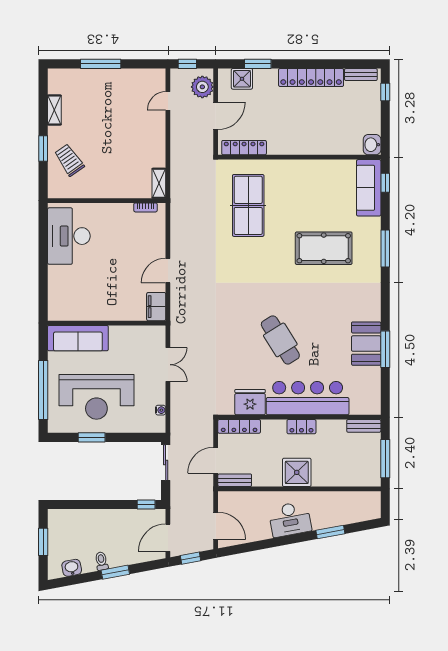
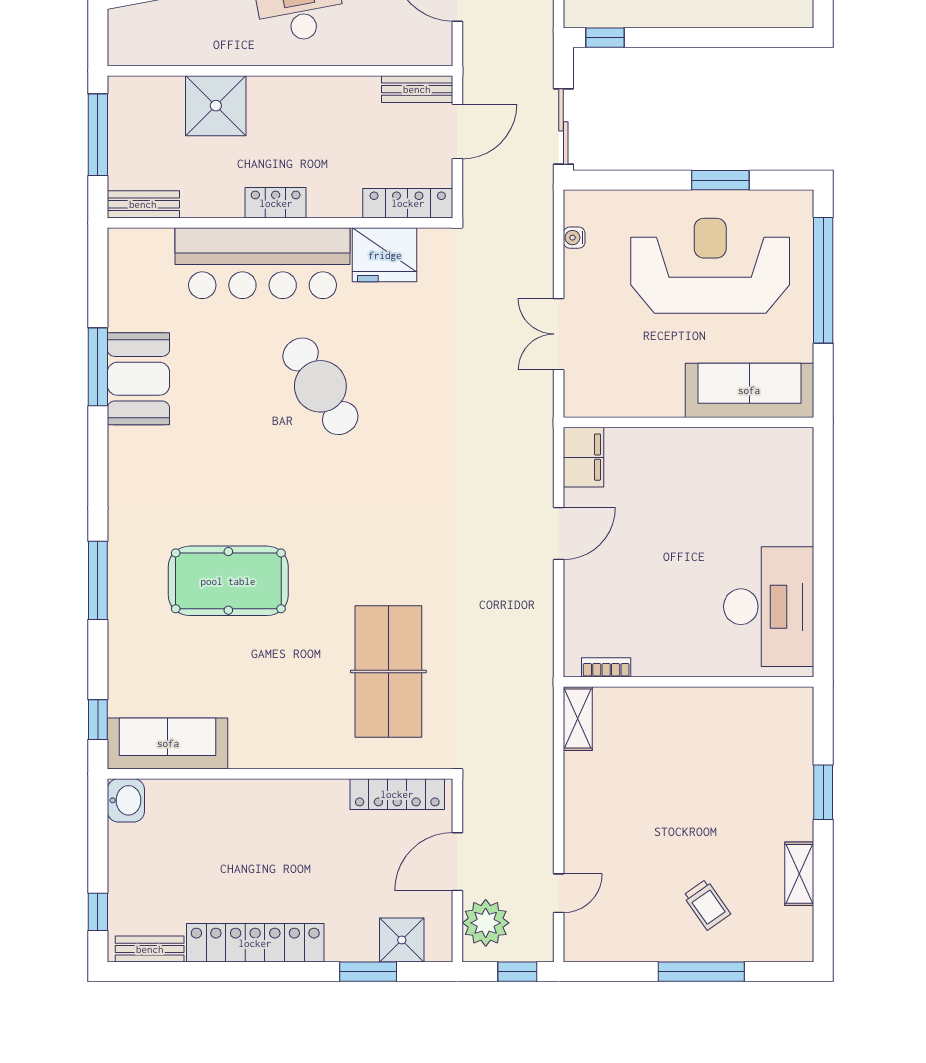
trolley: (69, 160) -> (707, 905), moved, width x0.73, depth x0.72
sofa: (369, 188) -> (168, 743), moved, turned -90
shower: (297, 472) -> (216, 106), moved

